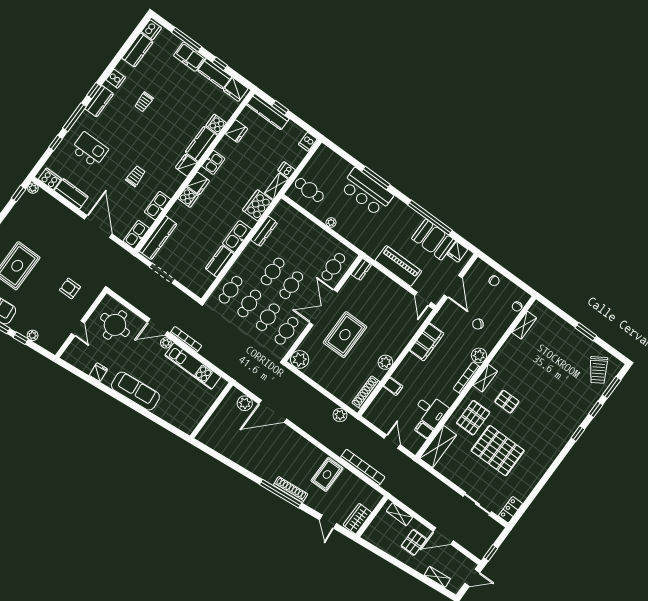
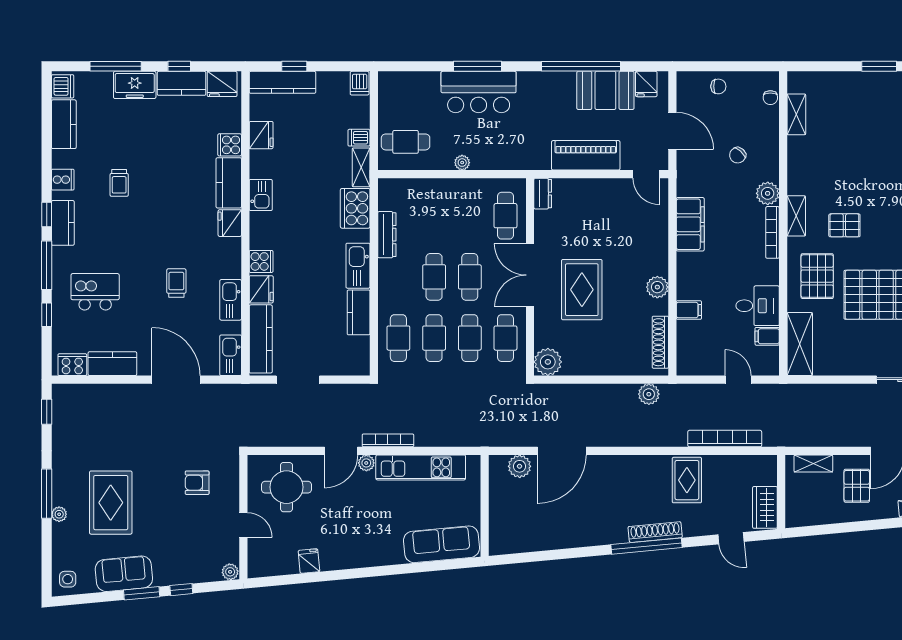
fridge: (198, 183) -> (261, 289), moved
plant: (33, 188) -> (60, 392), removed
plant: (33, 335) -> (230, 572), moved
sofa: (135, 391) -> (442, 544), moved

